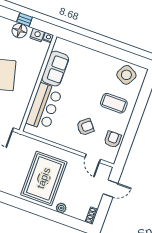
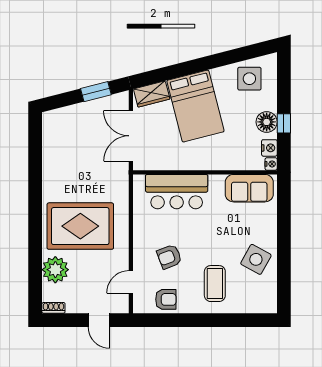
sofa: (55, 69) -> (249, 188), moved
side table: (126, 75) -> (256, 259), moved
armchair: (85, 127) -> (169, 257), turned 109
plant: (61, 208) -> (55, 270), width x1.88, depth x1.88

